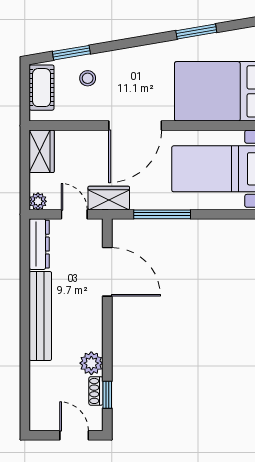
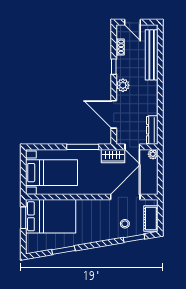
door: (135, 126) -> (125, 197), moved
wardrobe: (42, 151) -> (151, 182), removed
bench: (40, 316) -> (152, 55), moved
plant: (91, 363) -> (123, 85), moved
window: (107, 395) -> (114, 67), moved

